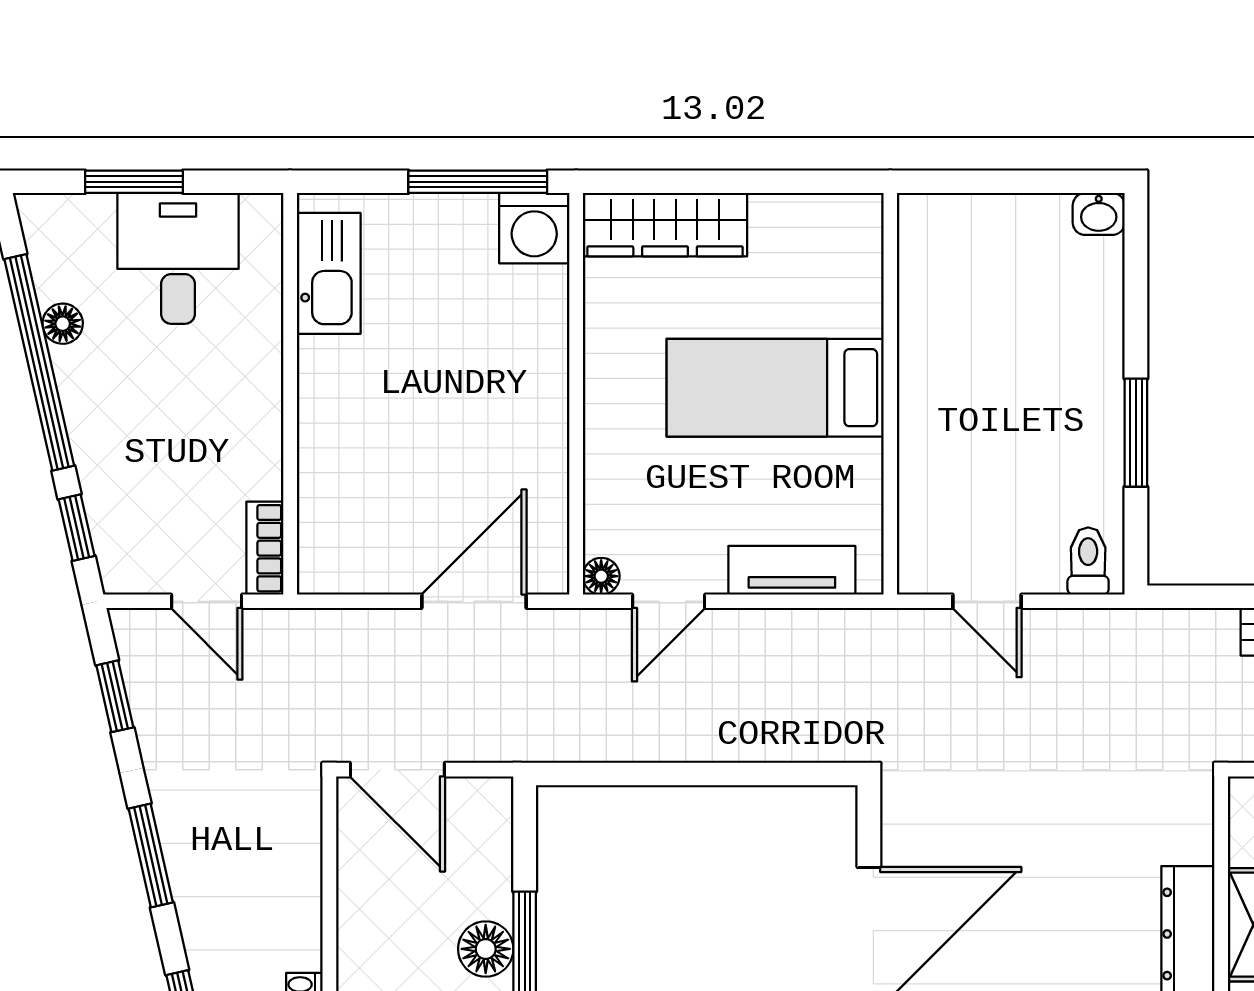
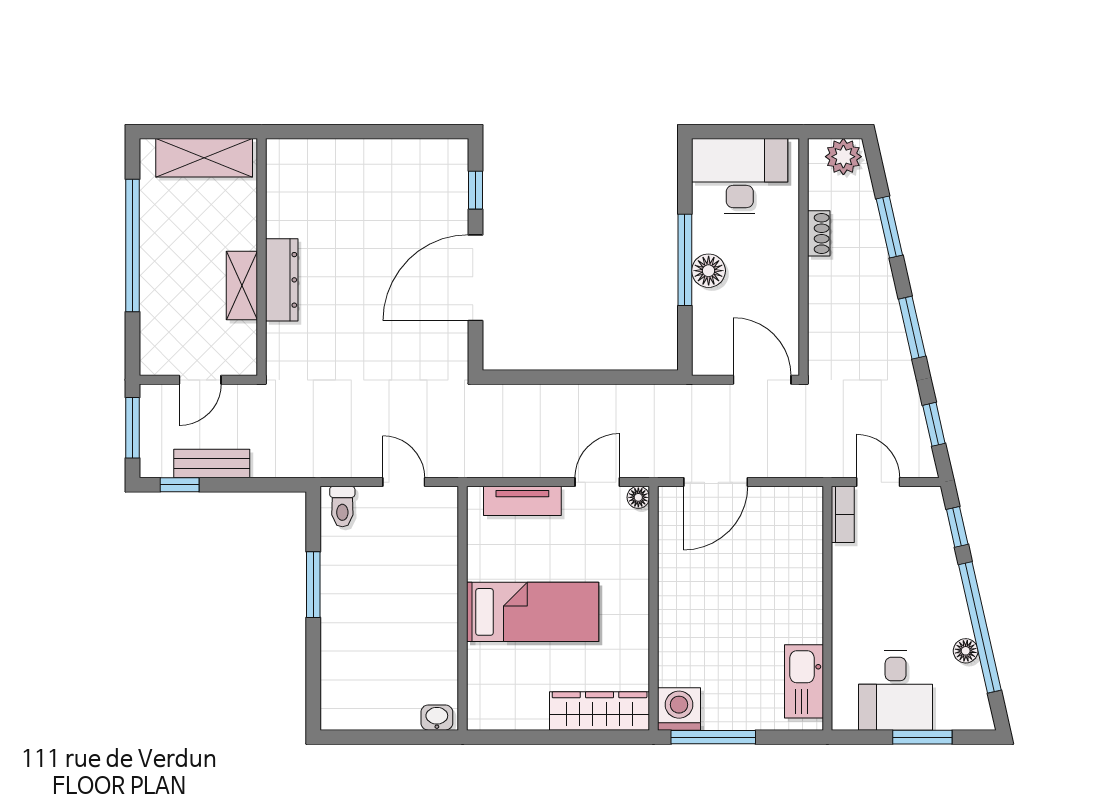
washbasin: (1099, 214) -> (437, 718), moved

